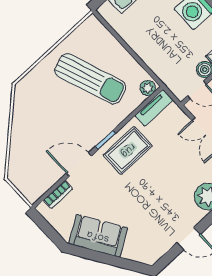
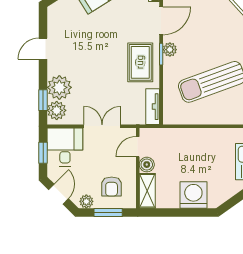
plant: (148, 88) -> (170, 50), moved

